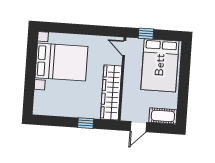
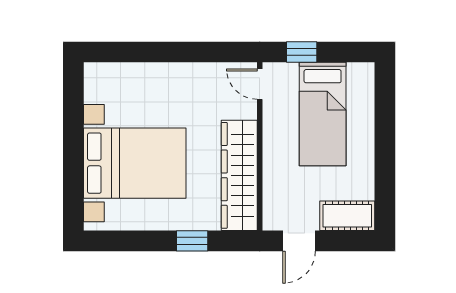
bed with nightstands: (61, 62) -> (135, 163), moved
bed: (160, 65) -> (323, 114), width x0.67

